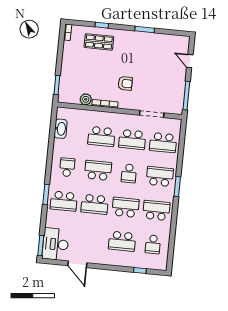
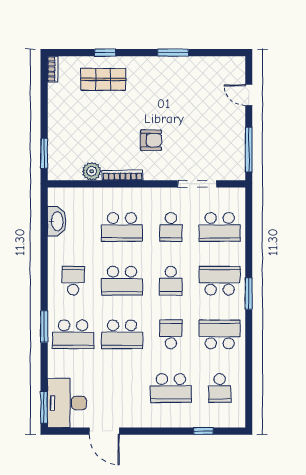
school desk: (132, 140) -> (171, 227), width x0.54
school desk: (98, 170) -> (122, 281), turned 180
school desk: (125, 207) -> (171, 334), width x0.54

